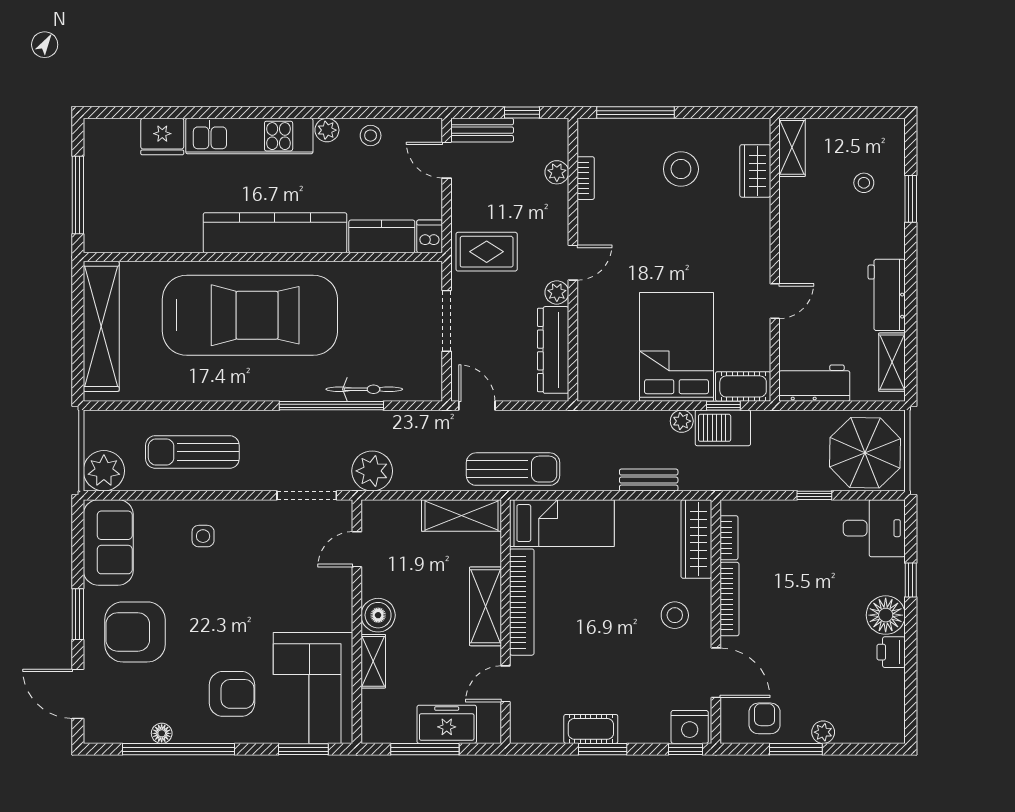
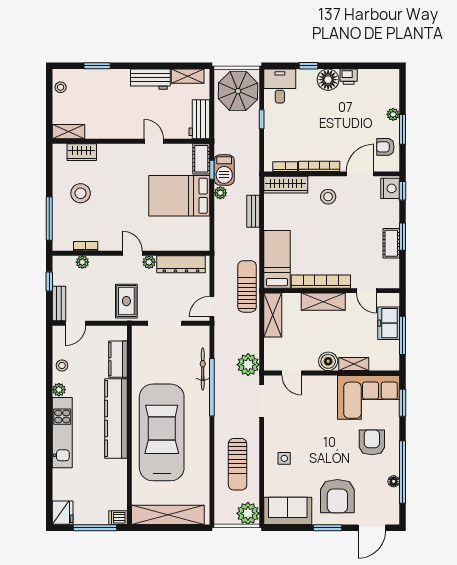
fridge: (162, 137) -> (63, 513), moved
stool: (864, 183) -> (61, 87), moved
dishwasher: (430, 236) -> (118, 518), moved

